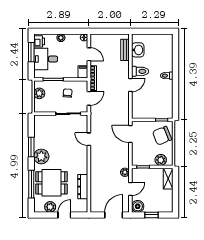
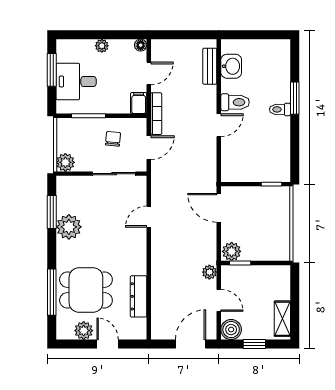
printer: (39, 41) -> (65, 52), removed
door: (89, 54) -> (149, 73), hinge flipped
window: (175, 69) -> (295, 98), added
plant: (39, 93) -> (65, 162), moved
chair: (162, 136) -> (272, 211), removed
door: (89, 139) -> (149, 217), hinge flipped
window: (31, 147) -> (52, 212), moved
plant: (41, 156) -> (69, 227), moved
plant: (161, 160) -> (232, 251), moved
shelving: (168, 179) -> (282, 319), moved
door: (130, 189) -> (219, 300), hinge flipped
door: (64, 215) -> (108, 344), hinge flipped

